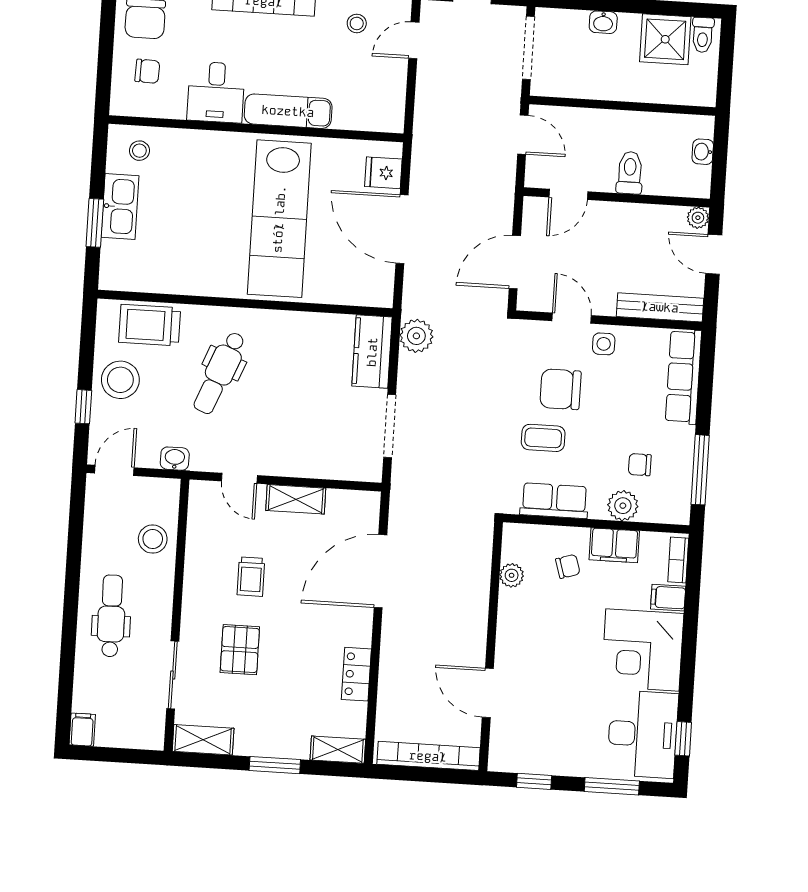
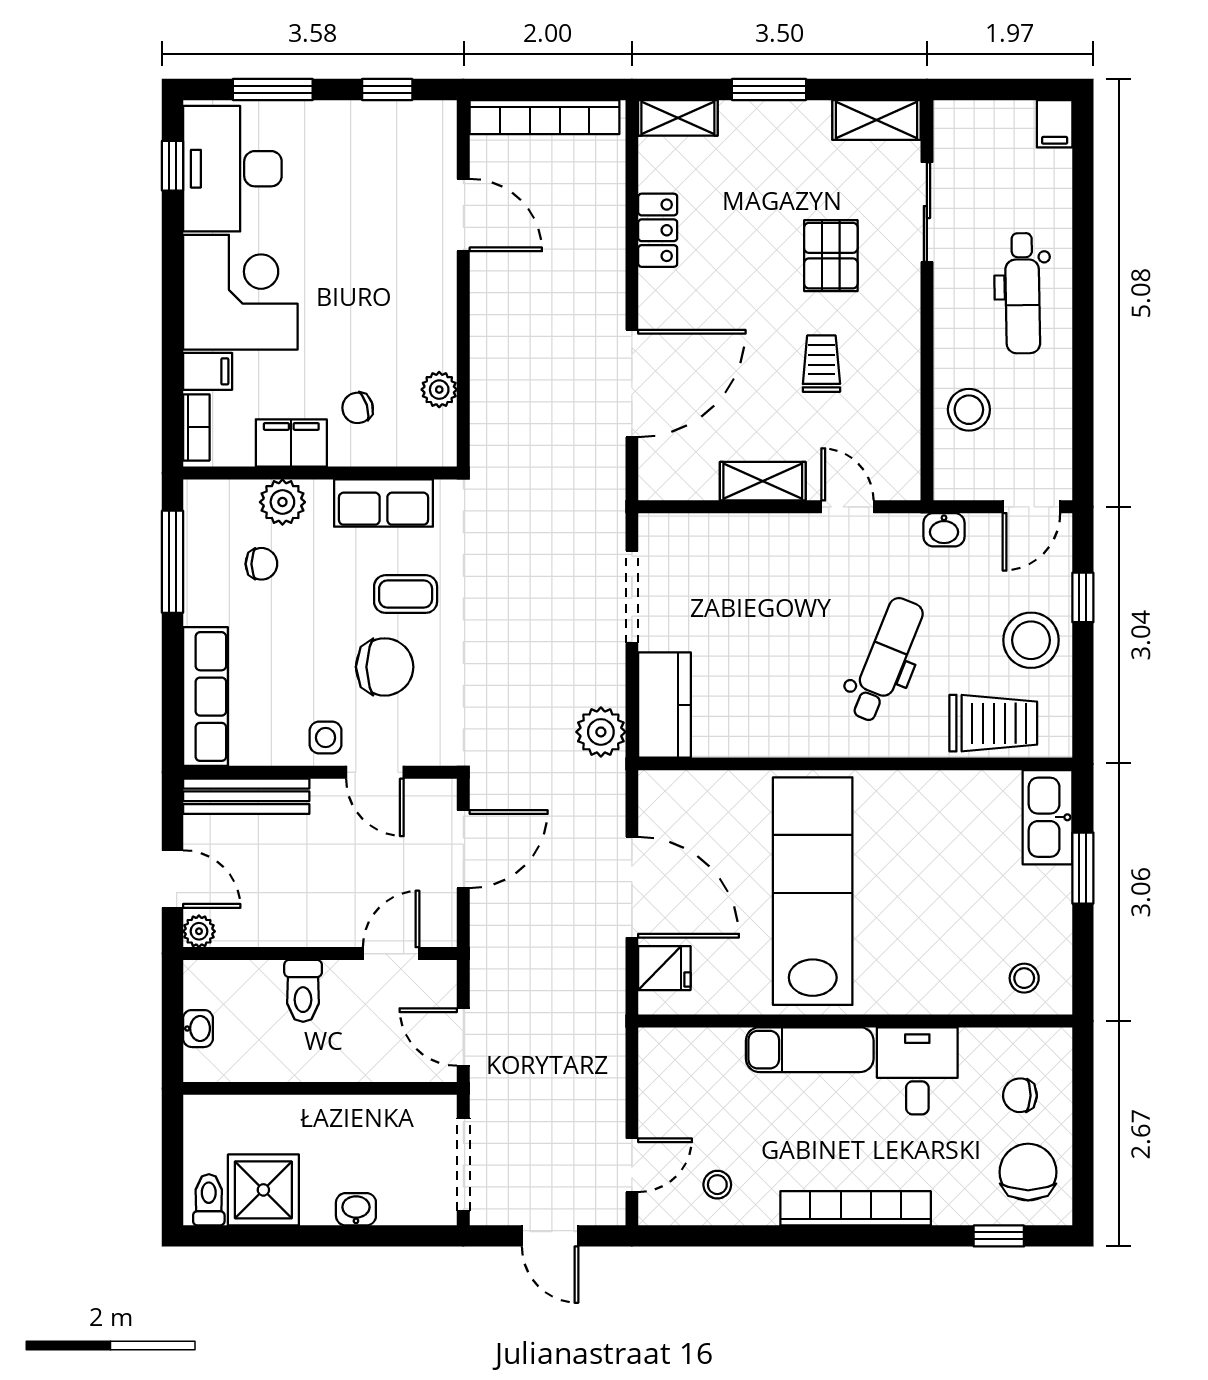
kitchen sink: (120, 206) -> (1048, 817), moved

